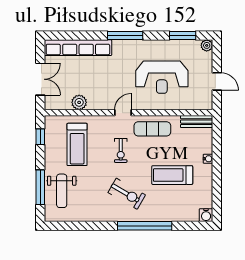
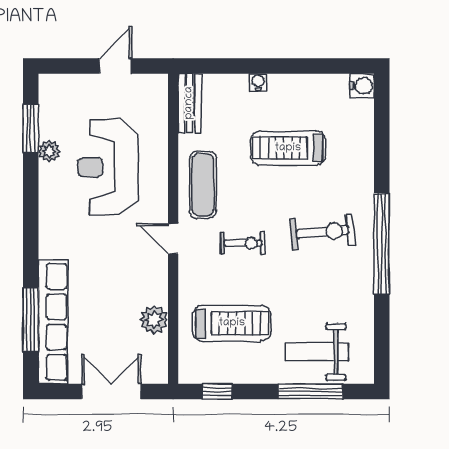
window: (125, 35) -> (31, 320), moved
plant: (207, 45) -> (49, 151), moved
reception desk: (162, 77) -> (108, 167), turned 180
treadmill: (172, 175) -> (288, 148), turned 90
weight bench: (62, 191) -> (317, 352), turned 180
exercise bike: (127, 194) -> (322, 232), turned 55
window: (145, 226) -> (382, 244), moved

